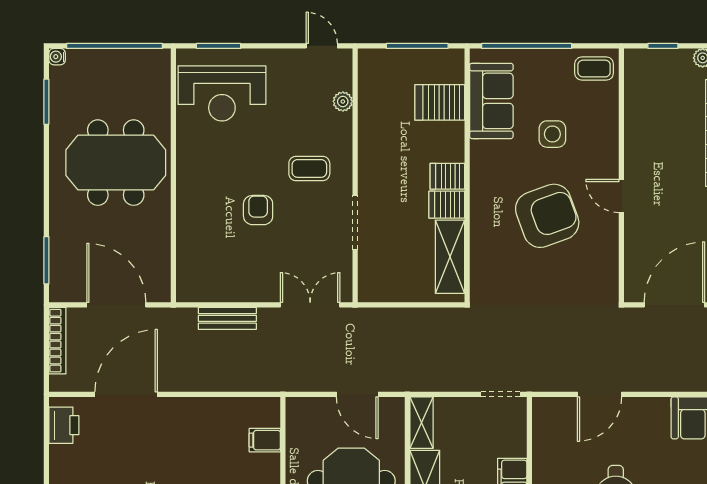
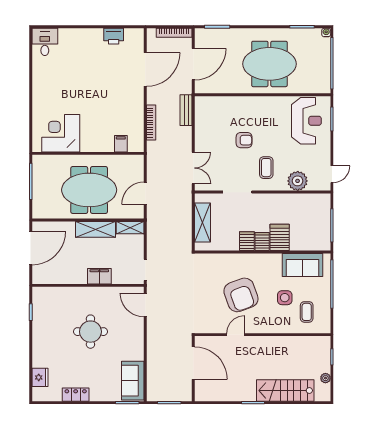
coffee table: (594, 69) -> (307, 312), moved
reception desk: (222, 93) -> (306, 121), turned 180
plant: (343, 101) -> (298, 181), width x1.88, depth x1.88
server rack: (440, 102) -> (280, 237), moved
meeting table: (116, 163) -> (269, 64), turned 90
door: (621, 196) -> (236, 335), moved
shelving: (450, 257) -> (202, 222), moved, turned 90
bench: (227, 318) -> (186, 110), moved
bookcase: (225, 384) -> (151, 123), added
door: (126, 394) -> (145, 69), hinge flipped
door: (600, 394) -> (145, 305), moved
printer: (64, 425) -> (114, 36), moved

